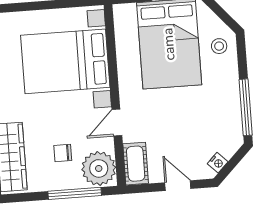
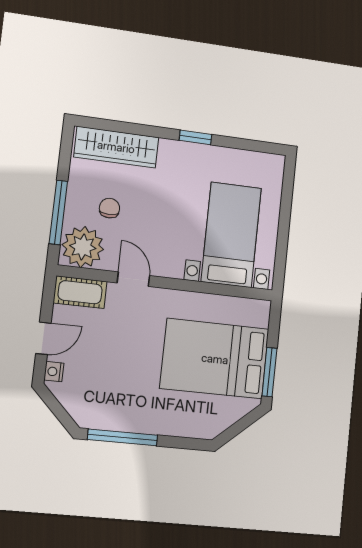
stool: (219, 46) -> (201, 418), removed
bed with nightstands: (65, 61) -> (231, 235), width x0.73
nightstand: (218, 163) -> (54, 372), moved, turned 45

